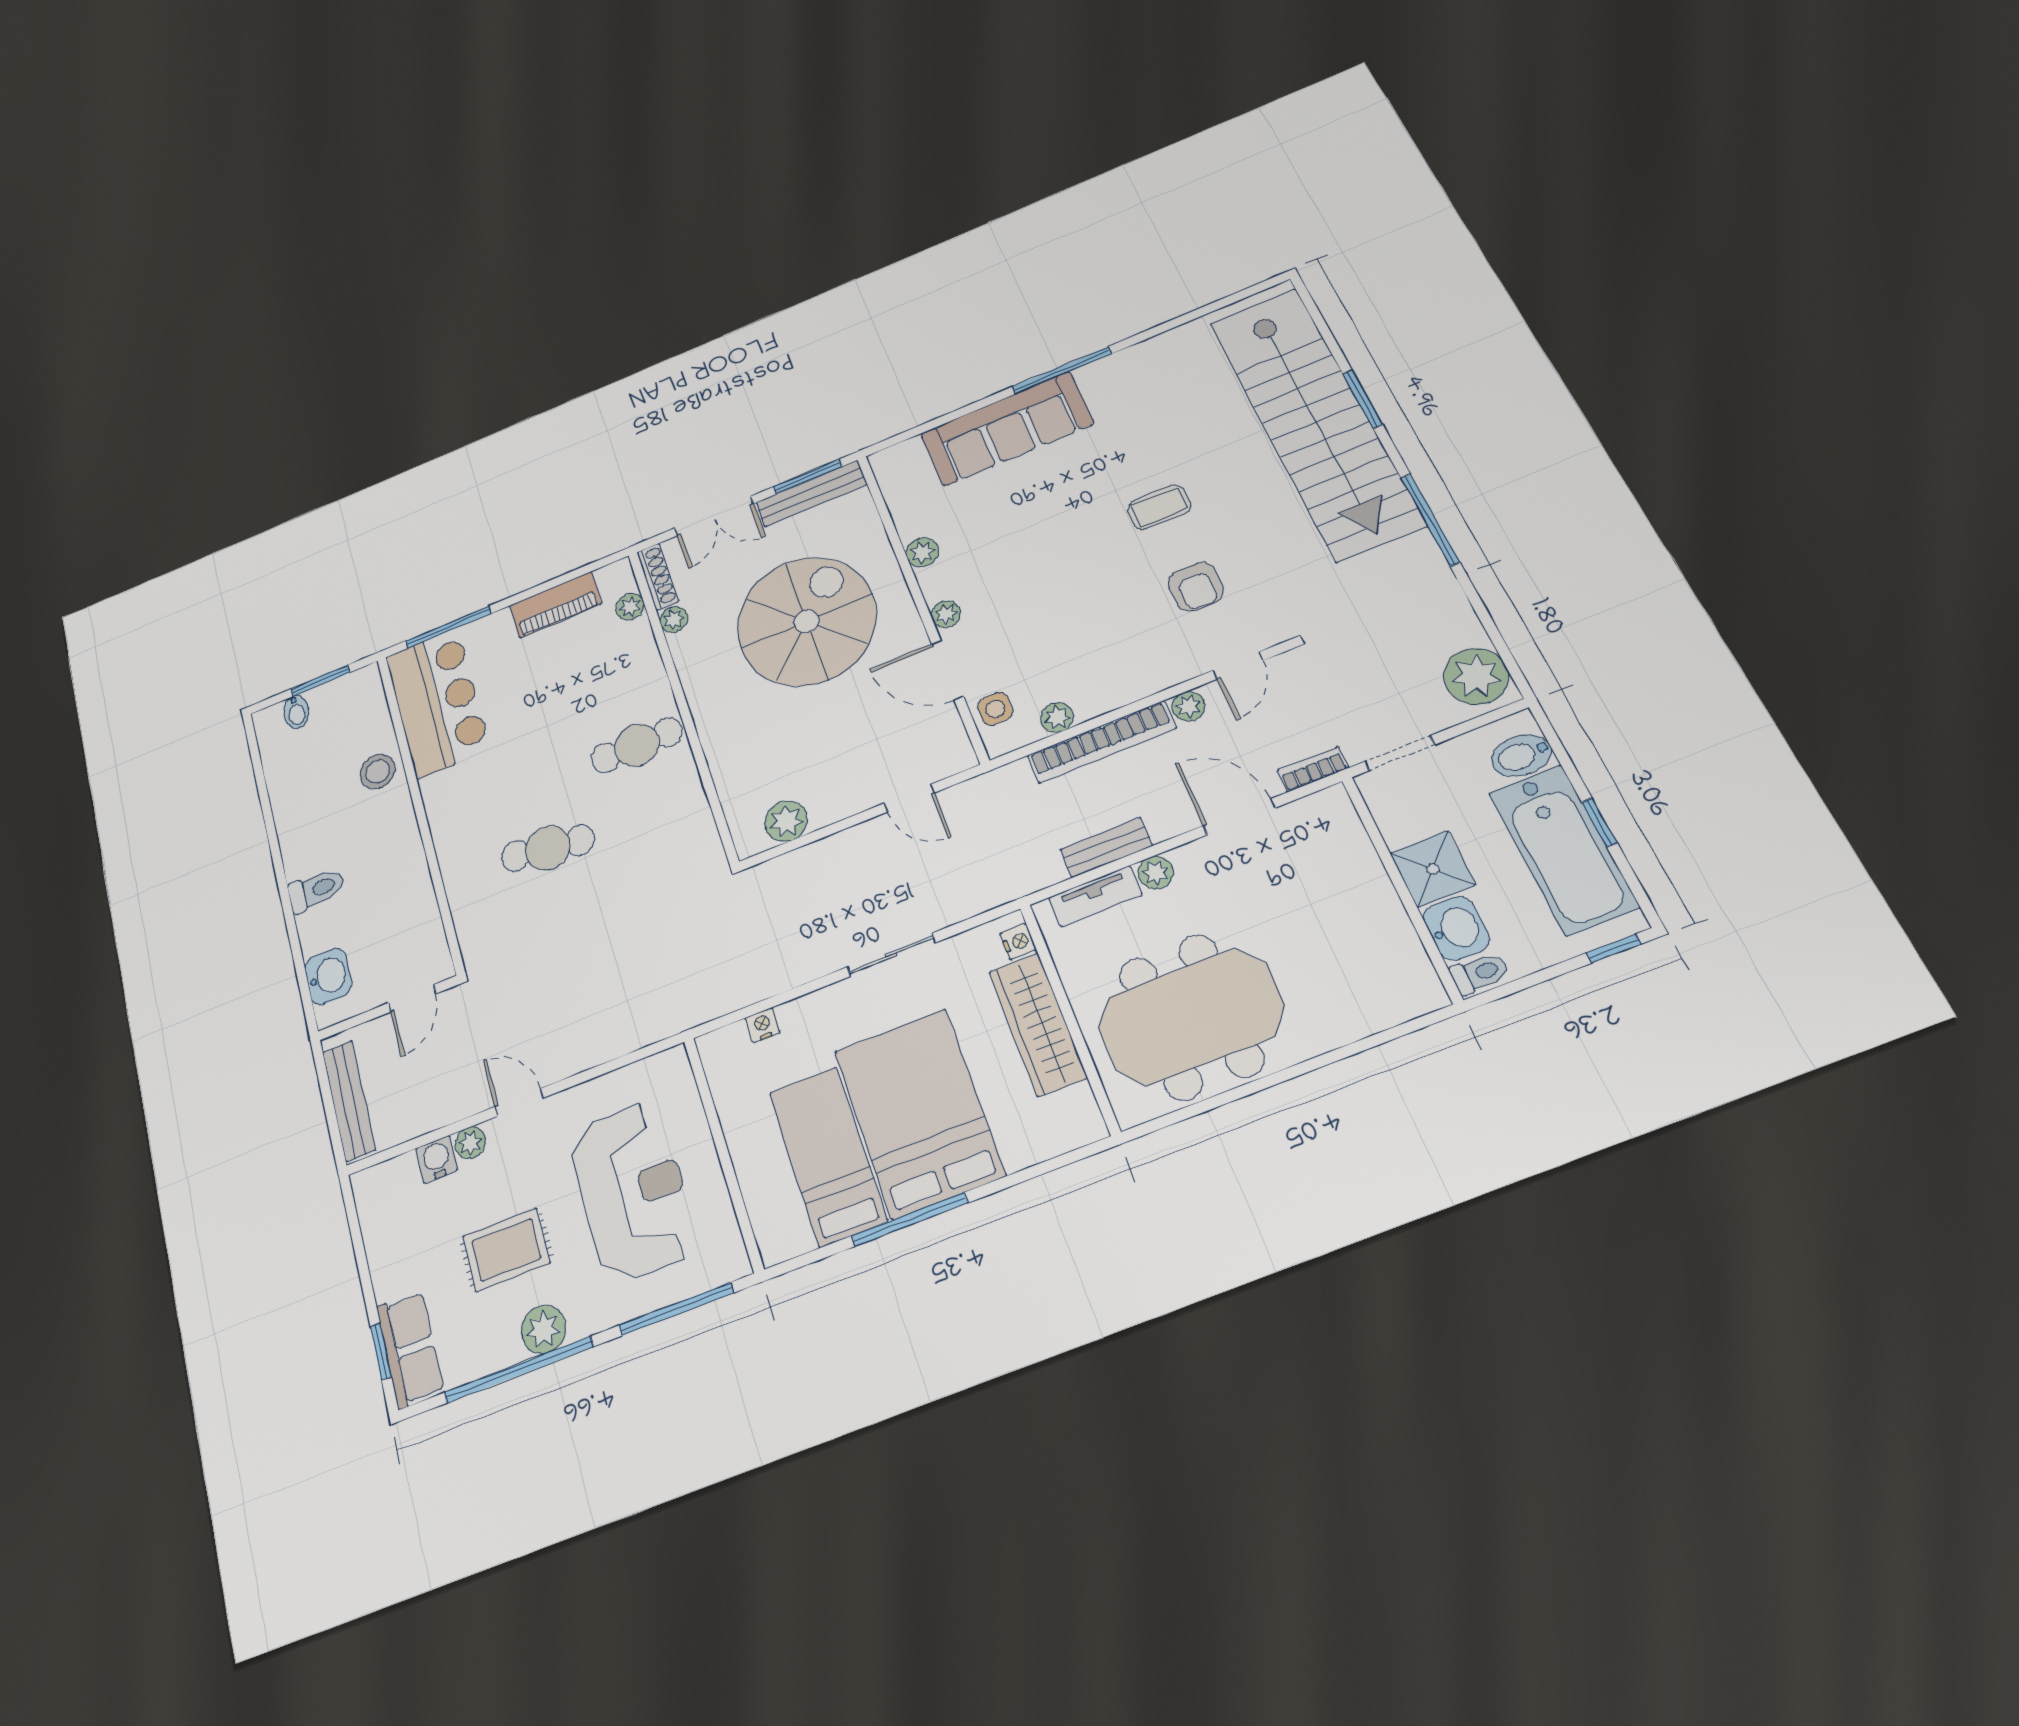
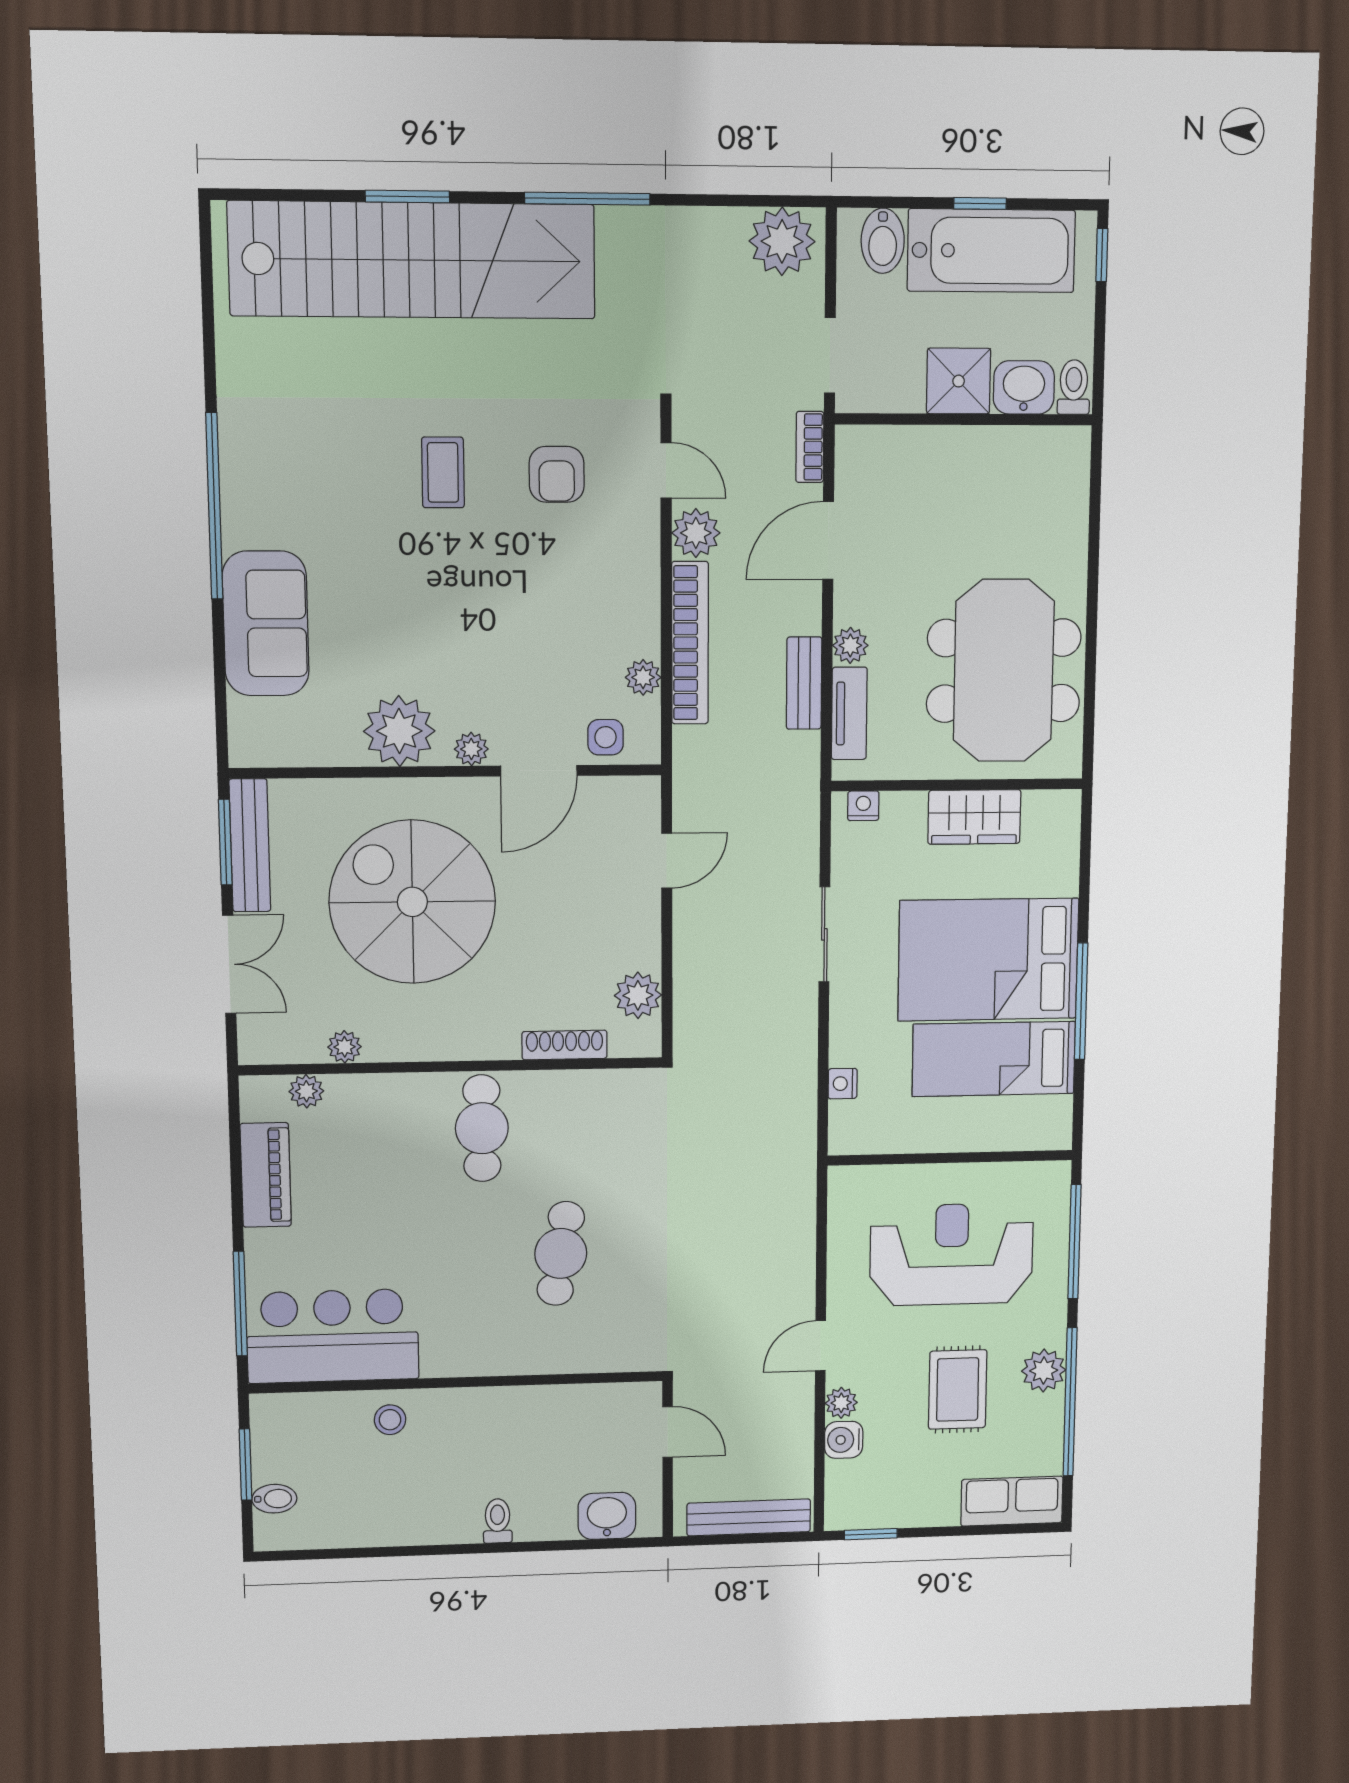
window: (1062, 370) -> (214, 506), width x1.46
sofa: (1007, 429) -> (266, 623), width x0.73
plant: (922, 552) -> (399, 731), width x1.87, depth x1.87
shoe rack: (658, 577) -> (565, 1045), moved
armchair: (1196, 587) -> (557, 474), turned 90
plant: (1188, 706) -> (696, 533), width x1.38, depth x1.38
stool: (378, 772) -> (390, 1420), width x0.73, depth x0.73
toilet: (316, 890) -> (498, 1521), width x0.73, depth x0.72
wardrobe: (1038, 1024) -> (974, 817), width x0.67
window: (381, 1352) -> (871, 1534), moved

